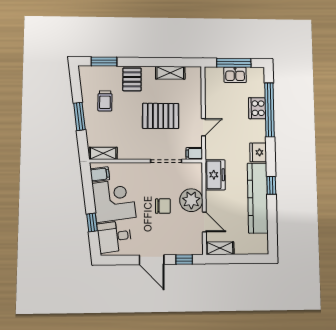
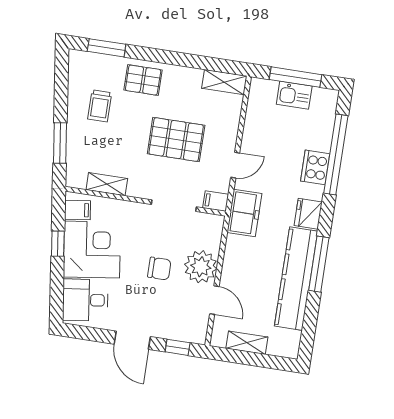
shelving: (170, 73) -> (224, 82), moved
pallet: (132, 79) -> (143, 80), turned 90
cooker: (257, 108) -> (315, 167), moved
window: (79, 116) -> (60, 143), moved
shelving: (103, 153) -> (107, 184), moved
freezer: (215, 175) -> (244, 213), moved
window: (271, 185) -> (319, 264), width x2.17
window: (92, 222) -> (58, 244), moved
shelving: (220, 248) -> (247, 343), moved

